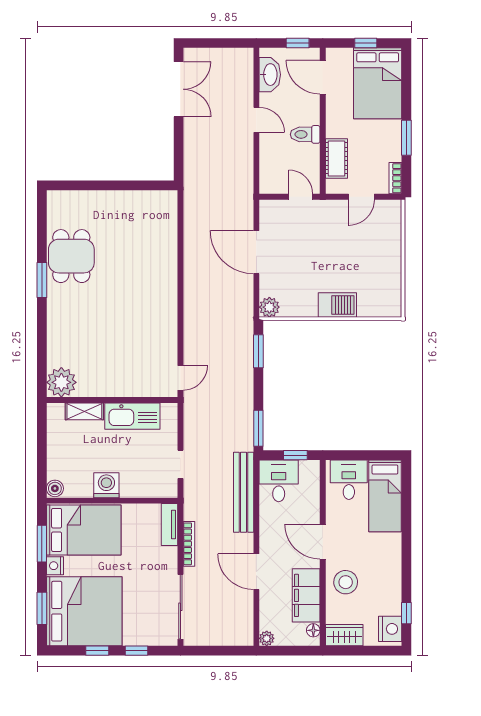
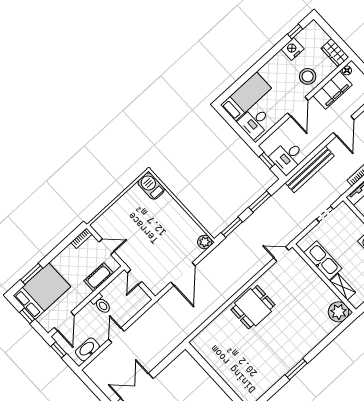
window: (406, 138) -> (32, 274), moved
dining table: (71, 256) -> (253, 307), moved
barbecue: (337, 305) -> (151, 186), moved
window: (258, 428) -> (260, 202), moved
nightstand: (390, 629) -> (293, 49), moved

